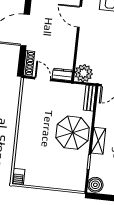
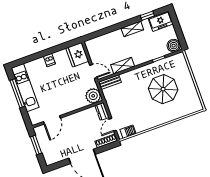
parasol: (73, 133) -> (163, 89), moved
shelving: (98, 141) -> (123, 66), moved
barbecue: (18, 177) -> (128, 132), moved

